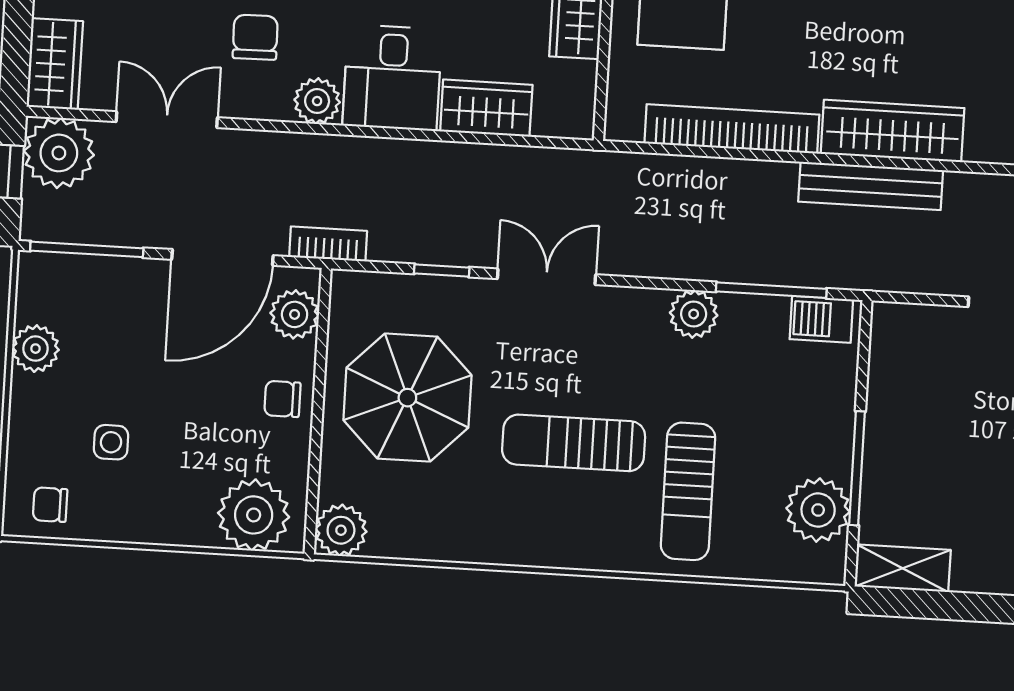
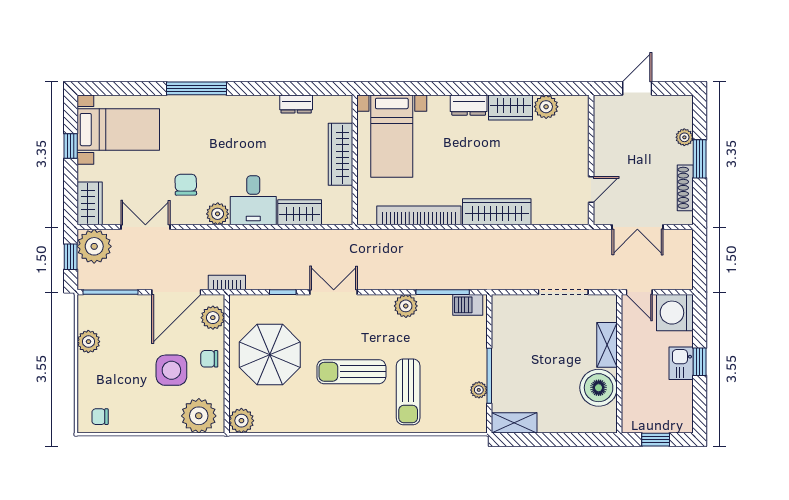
bench: (871, 186) -> (488, 239), removed
side table: (111, 442) -> (171, 370), moved, width x1.87, depth x1.87
plant: (818, 510) -> (479, 390), width x0.53, depth x0.53

